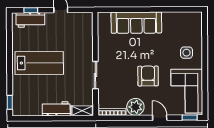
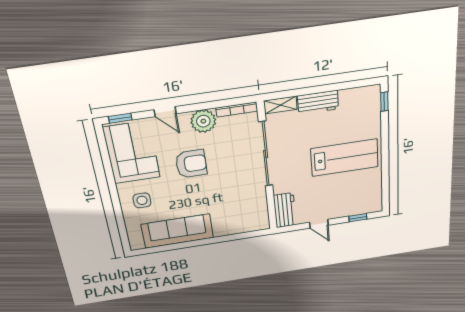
workbench: (30, 20) -> (285, 210), moved, turned 90
sofa: (136, 23) -> (178, 231), moved
lab bench: (39, 63) -> (345, 158), turned 180
sliding door: (95, 75) -> (266, 154), width x1.86
armchair: (148, 76) -> (191, 164), turned -90

